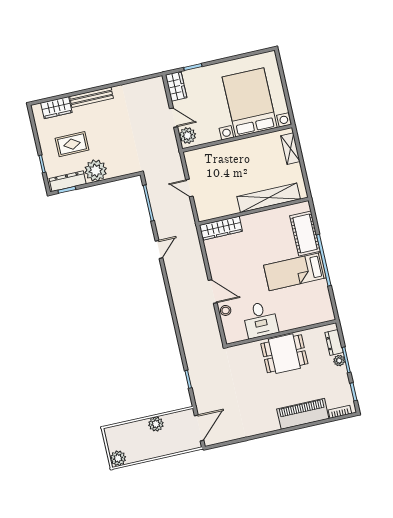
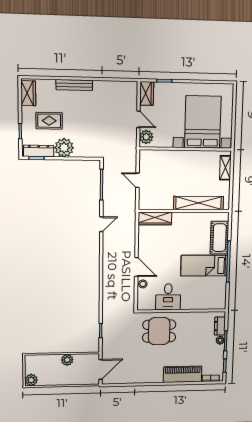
wardrobe: (56, 108) -> (28, 93), moved, turned -90
dining table: (284, 354) -> (159, 331), moved

